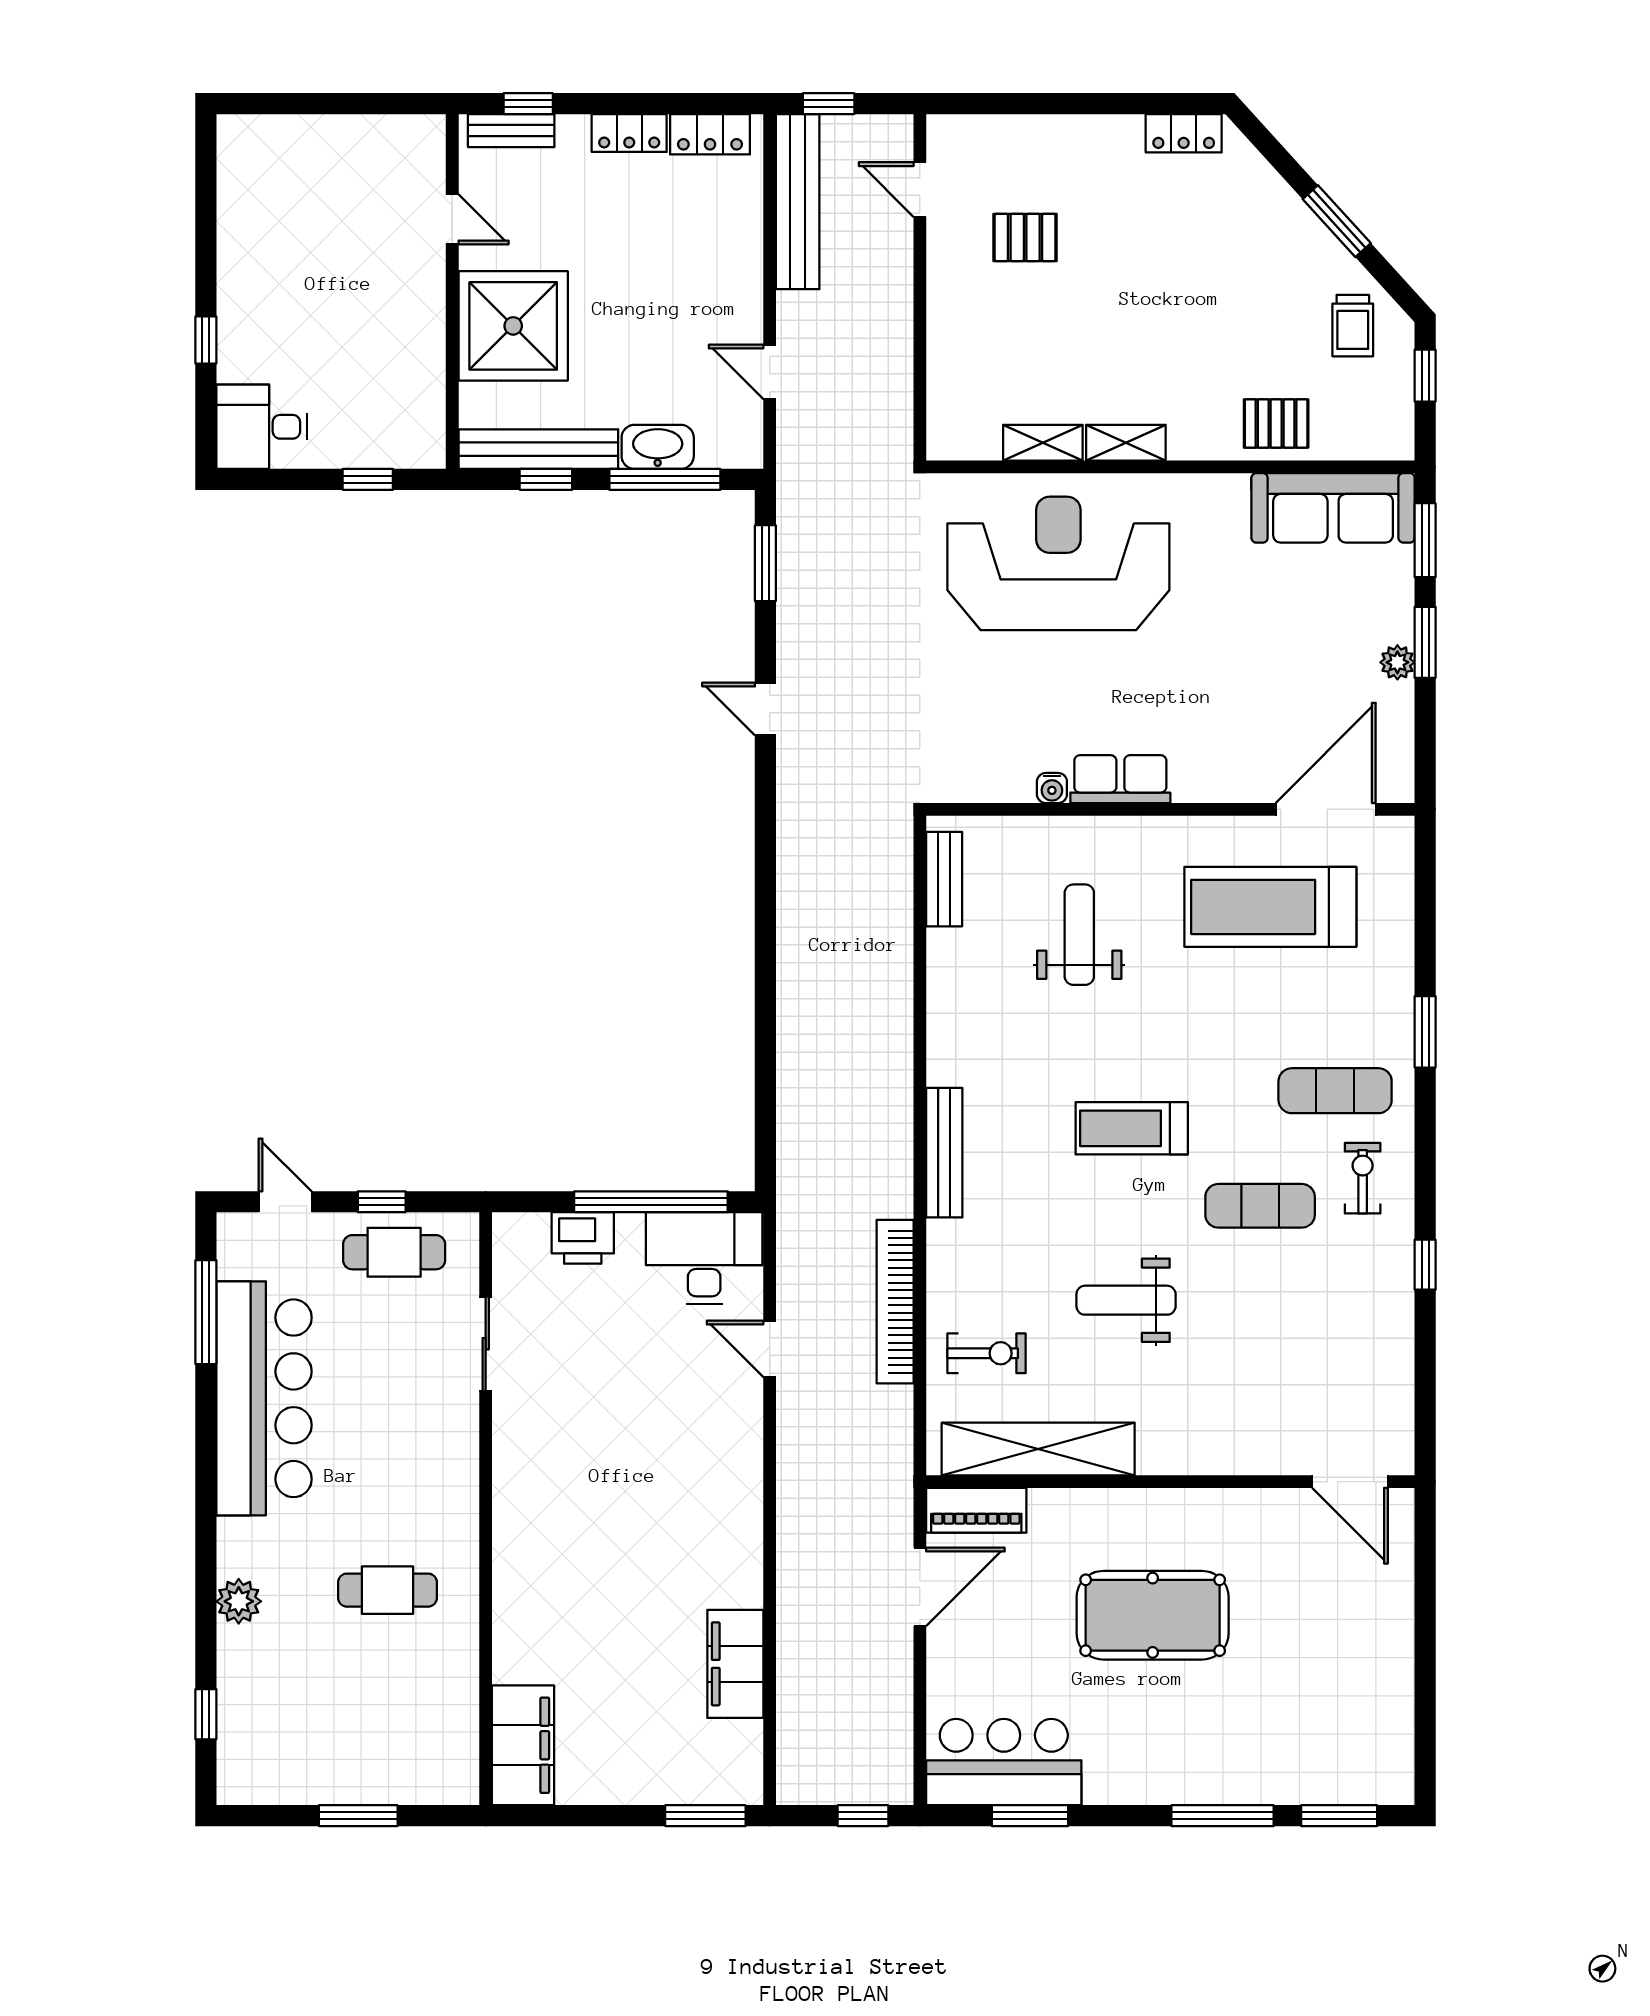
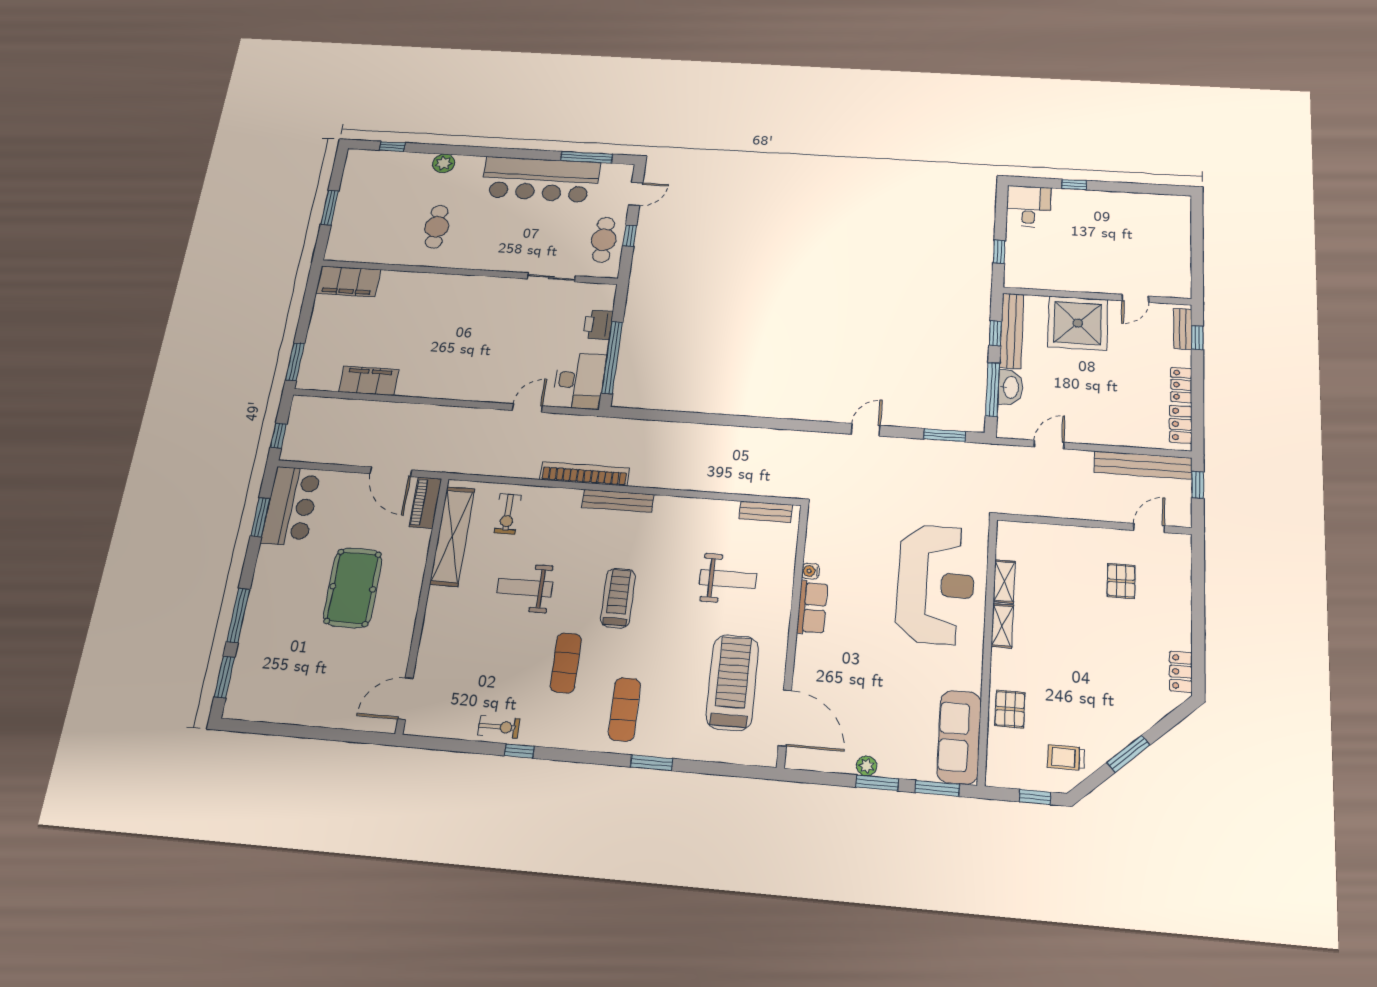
exercise bike: (1363, 1178) -> (499, 727), moved
weight bench: (1126, 1300) -> (525, 588), turned -90
bookcase: (895, 1302) -> (584, 474), moved

